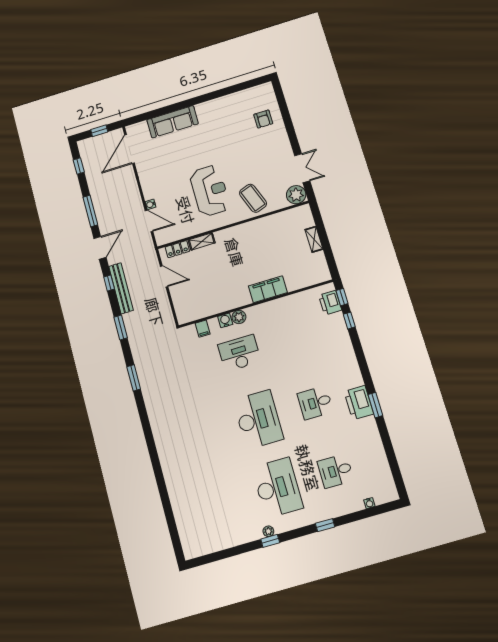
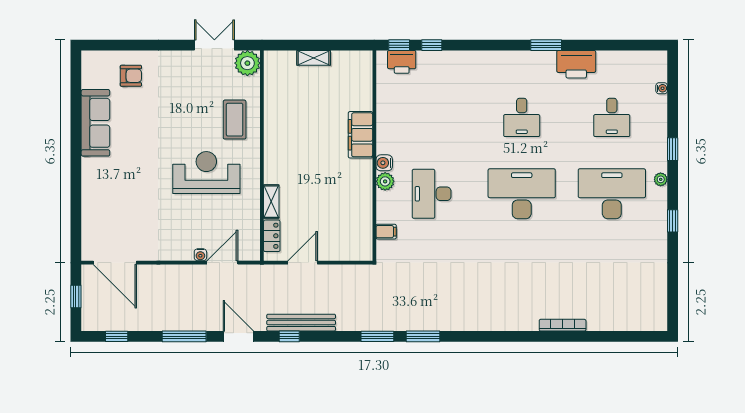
sofa: (173, 122) -> (95, 123), moved
coffee table: (253, 198) -> (235, 120), turned -70
water cooler: (225, 320) -> (384, 163), moved
window: (121, 327) -> (377, 336), moved
printer: (359, 403) -> (576, 64), moved
bookcase: (169, 479) -> (563, 325), added
plant: (268, 531) -> (661, 179), moved

